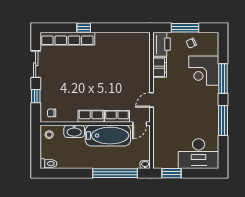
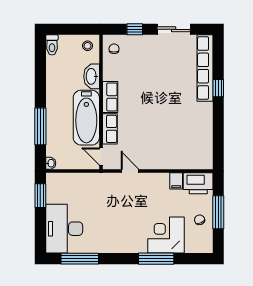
filing cabinet: (160, 67) -> (176, 181), width x0.50
window: (223, 120) -> (80, 259), moved
window: (115, 173) -> (40, 126), width x0.68

